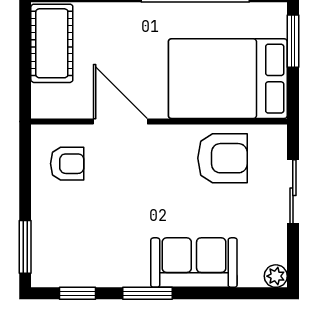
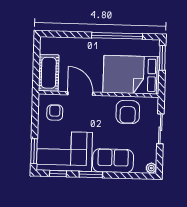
cot: (52, 43) -> (49, 73), moved
armchair: (222, 158) -> (128, 112), turned 90
armchair: (67, 164) -> (55, 113), turned -90
corner sofa: (90, 245) -> (64, 151), added

